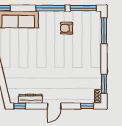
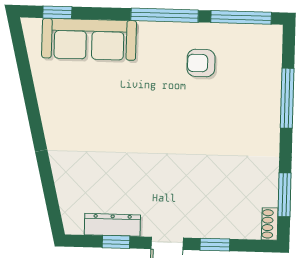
window: (104, 31) -> (287, 98), moved
window: (20, 106) -> (116, 242), moved
window: (87, 106) -> (215, 245), moved

